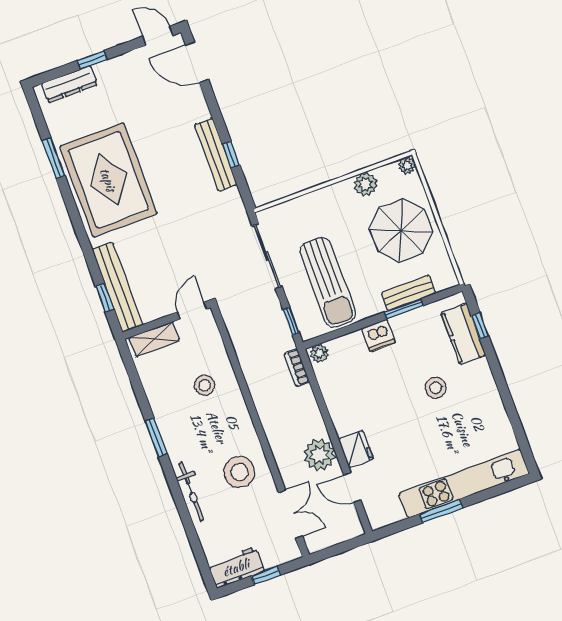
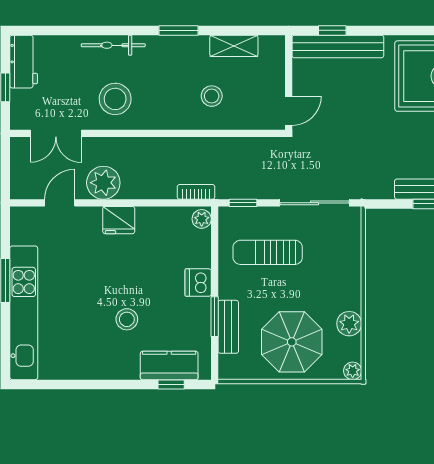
sun lounger: (328, 282) -> (268, 252), width x0.73, depth x0.75
door: (192, 311) -> (289, 111), hinge flipped
shelving: (154, 339) -> (234, 46), moved, turned 90
fridge: (356, 449) -> (119, 220), moved

